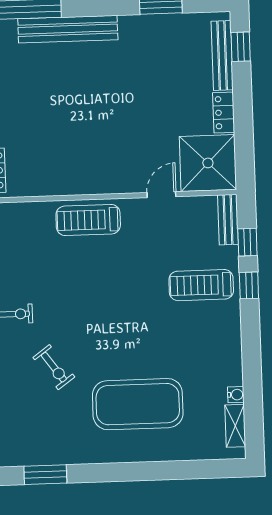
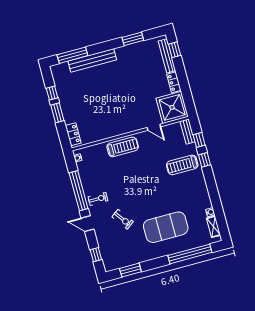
door: (161, 195) -> (154, 127), swing flipped
treadmill: (88, 220) -> (123, 147), turned 180
window: (174, 470) -> (190, 254), added

